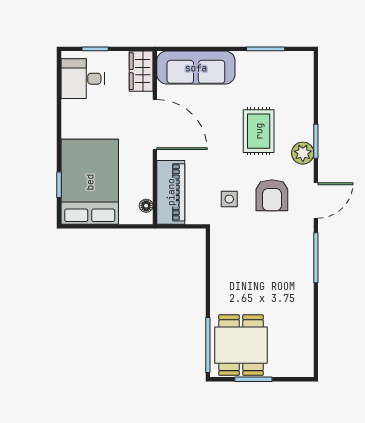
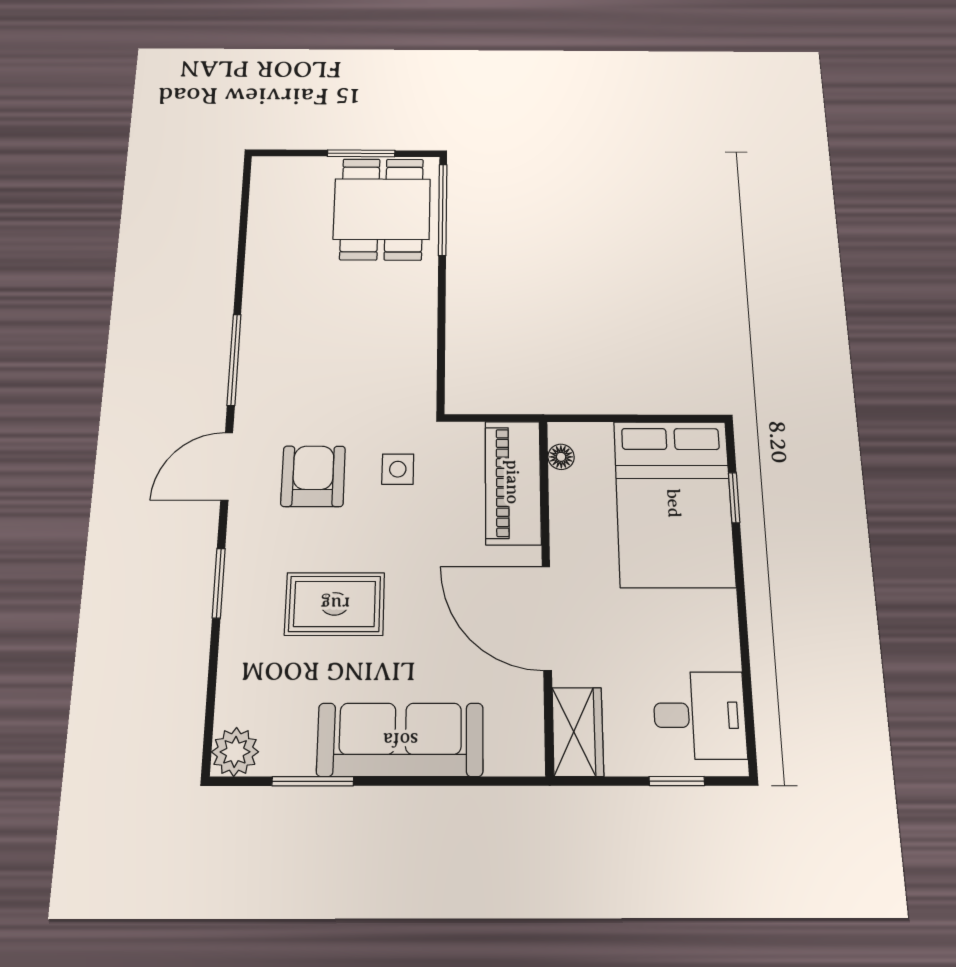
sofa: (196, 68) -> (400, 740), moved
rug: (259, 131) -> (335, 604), turned 90
plant: (303, 153) -> (235, 752), moved

